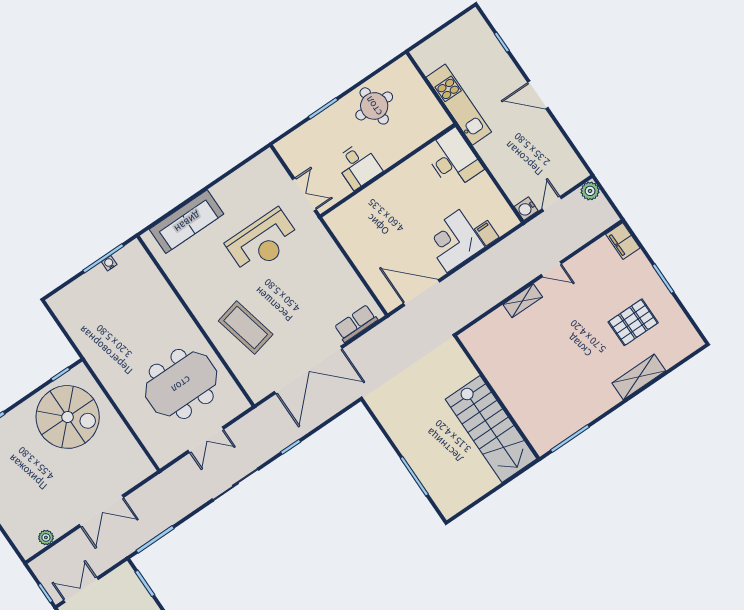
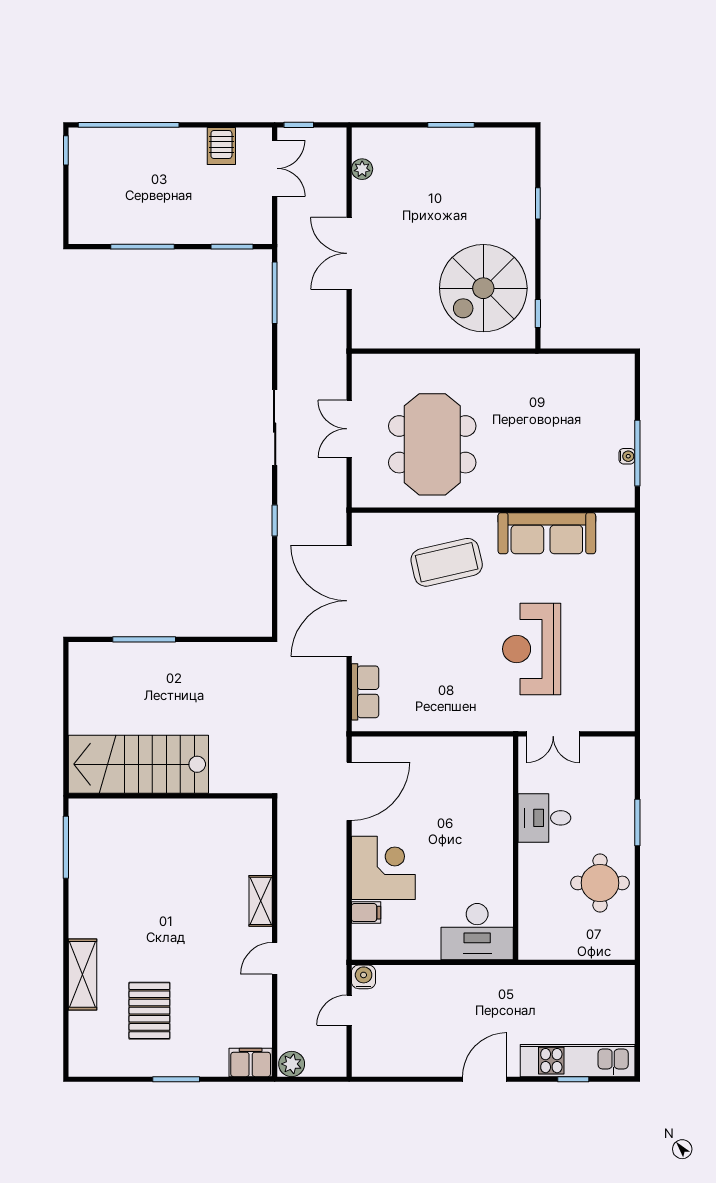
kitchen unit: (459, 105) -> (578, 1061), moved, turned 180
plant: (590, 191) -> (292, 1064), moved
door: (552, 204) -> (349, 1010), swing flipped
sofa: (187, 222) -> (547, 533), moved, turned -90

